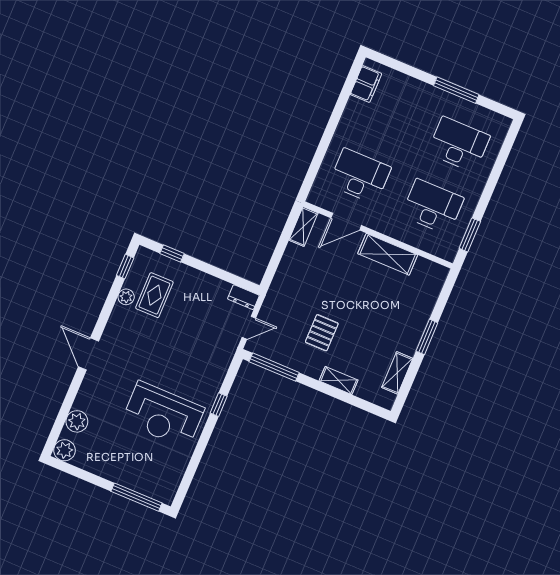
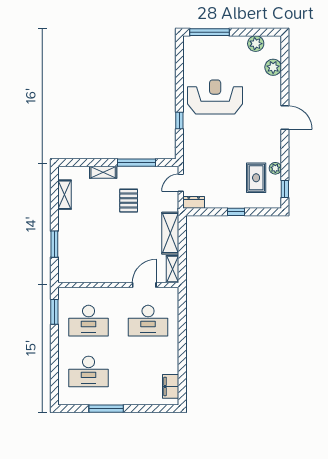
window: (172, 253) -> (236, 212), moved
shelving: (388, 254) -> (170, 233), moved, turned 90
window: (427, 337) -> (54, 244), moved
window: (274, 367) -> (136, 163), moved
plant: (64, 450) -> (256, 44), moved

